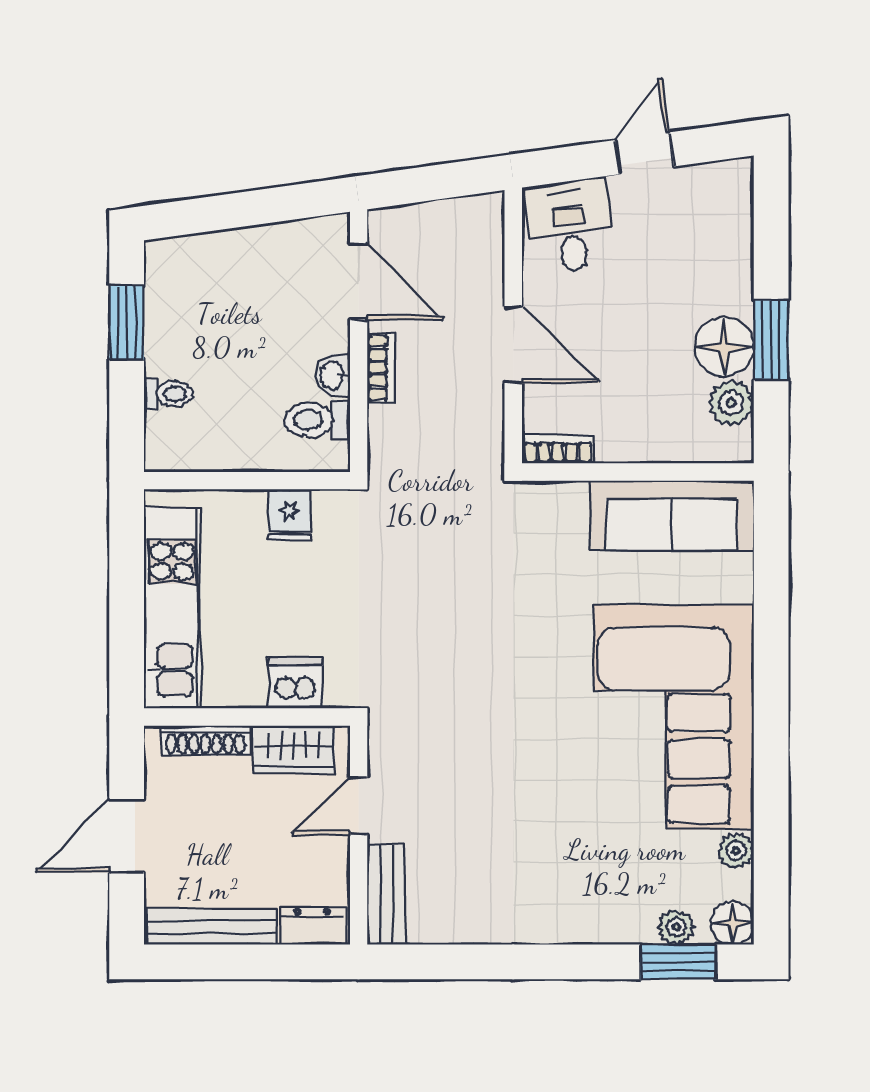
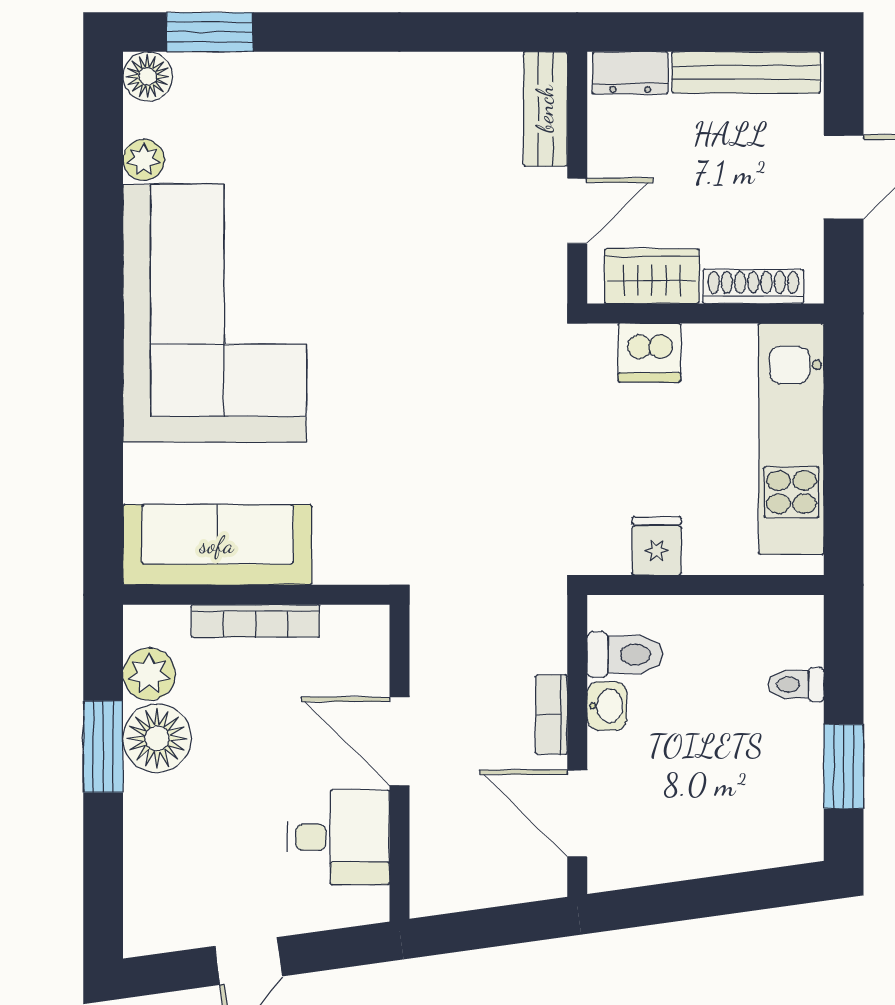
desk: (570, 226) -> (338, 837), moved, turned -82
bookcase: (558, 449) -> (255, 621), moved, width x1.56
plant: (676, 927) -> (212, 72), removed

